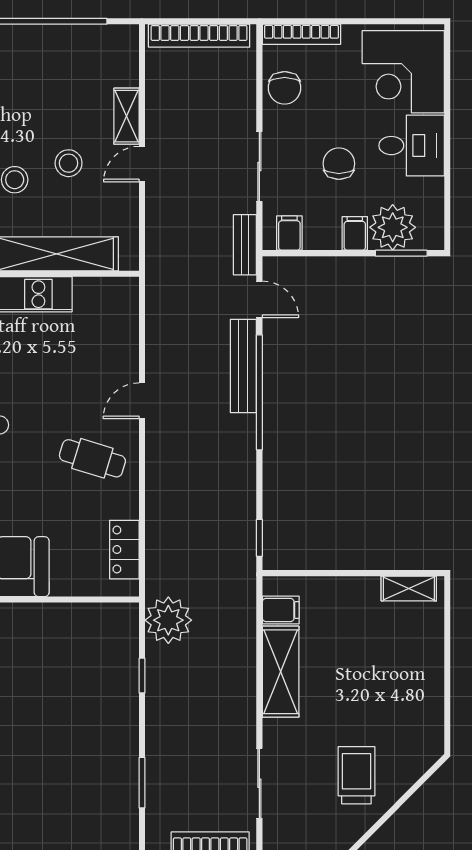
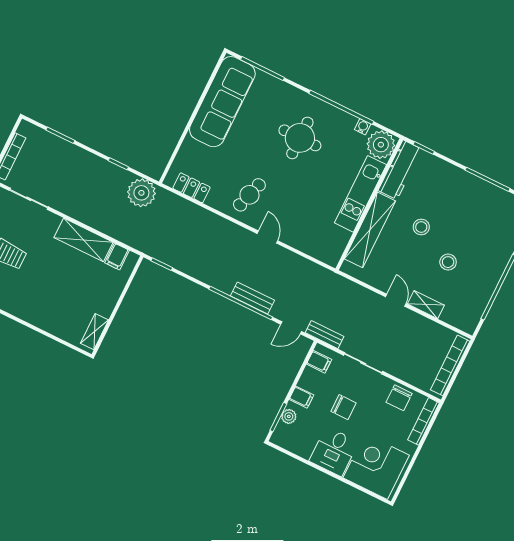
chair: (285, 88) -> (399, 398), turned -90
stool: (69, 163) -> (448, 262), moved
plant: (393, 227) -> (289, 416), width x0.53, depth x0.53
bench: (243, 366) -> (252, 298), width x0.73

